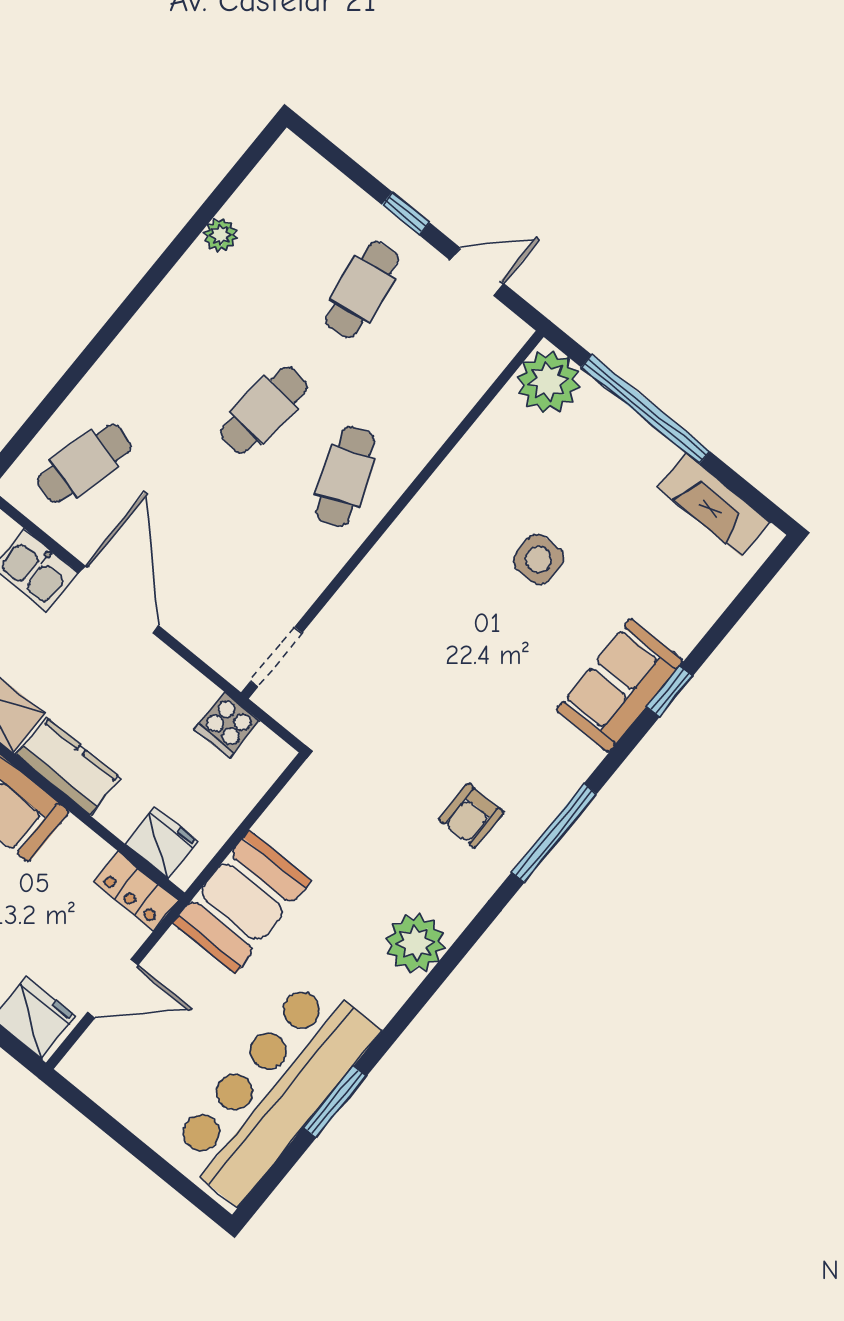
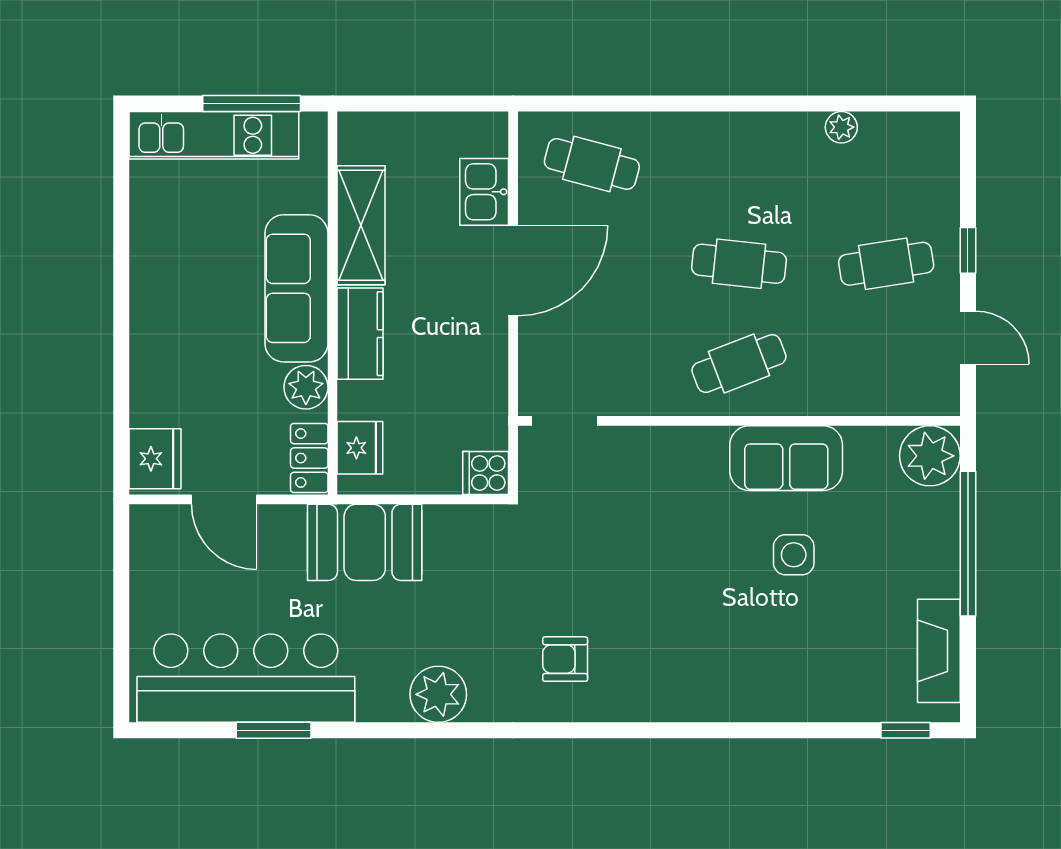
sofa: (620, 685) -> (786, 458), moved, turned 180
window: (670, 691) -> (906, 730), moved
cooker: (227, 725) -> (486, 473), moved
window: (554, 833) -> (602, 730), removed
plant: (76, 846) -> (306, 387), added

